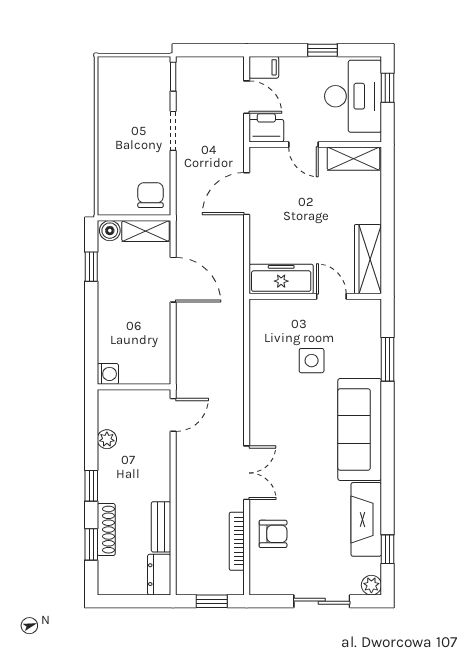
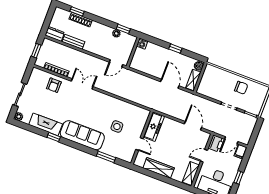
chair: (151, 195) -> (241, 88), moved
wardrobe: (368, 259) -> (159, 168), moved
window: (91, 267) -> (175, 49), moved
door: (173, 280) -> (170, 84), swing flipped
door: (331, 296) -> (139, 144), hinge flipped
door: (173, 415) -> (116, 63), hinge flipped
double door: (247, 473) -> (82, 84), swing flipped
window: (91, 486) -> (123, 29), moved
window: (387, 549) -> (54, 137), moved

